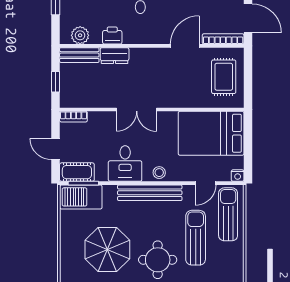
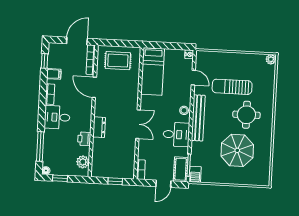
bench: (79, 55) -> (97, 163), removed
dresser: (115, 56) -> (99, 127), moved
bed: (211, 133) -> (153, 71), width x0.67
barbecue: (81, 197) -> (195, 174), width x0.53, depth x0.65
sun lounger: (228, 214) -> (217, 63), removed

